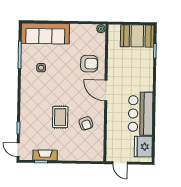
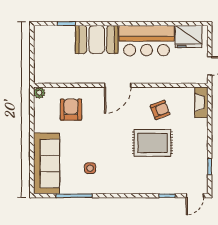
booth: (137, 36) -> (97, 40), moved, turned 90
armchair: (89, 64) -> (71, 110), moved
rug: (60, 117) -> (152, 143), width x1.36, depth x1.43
fireplace: (45, 155) -> (201, 102), moved

